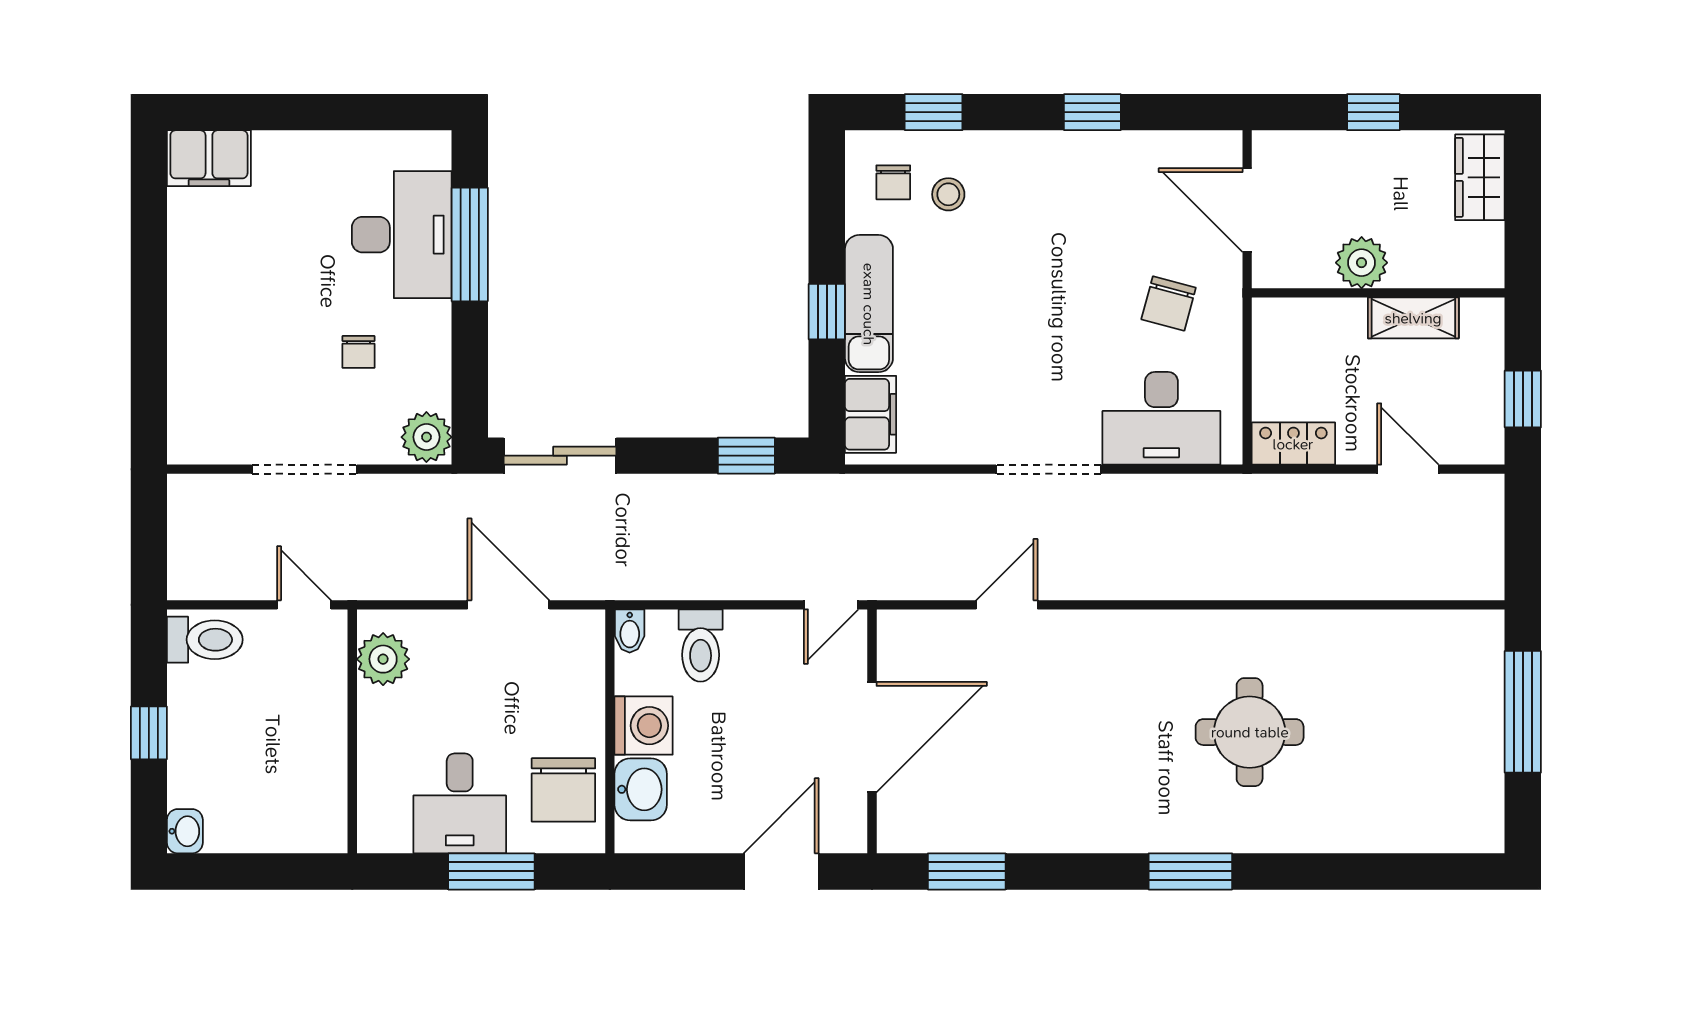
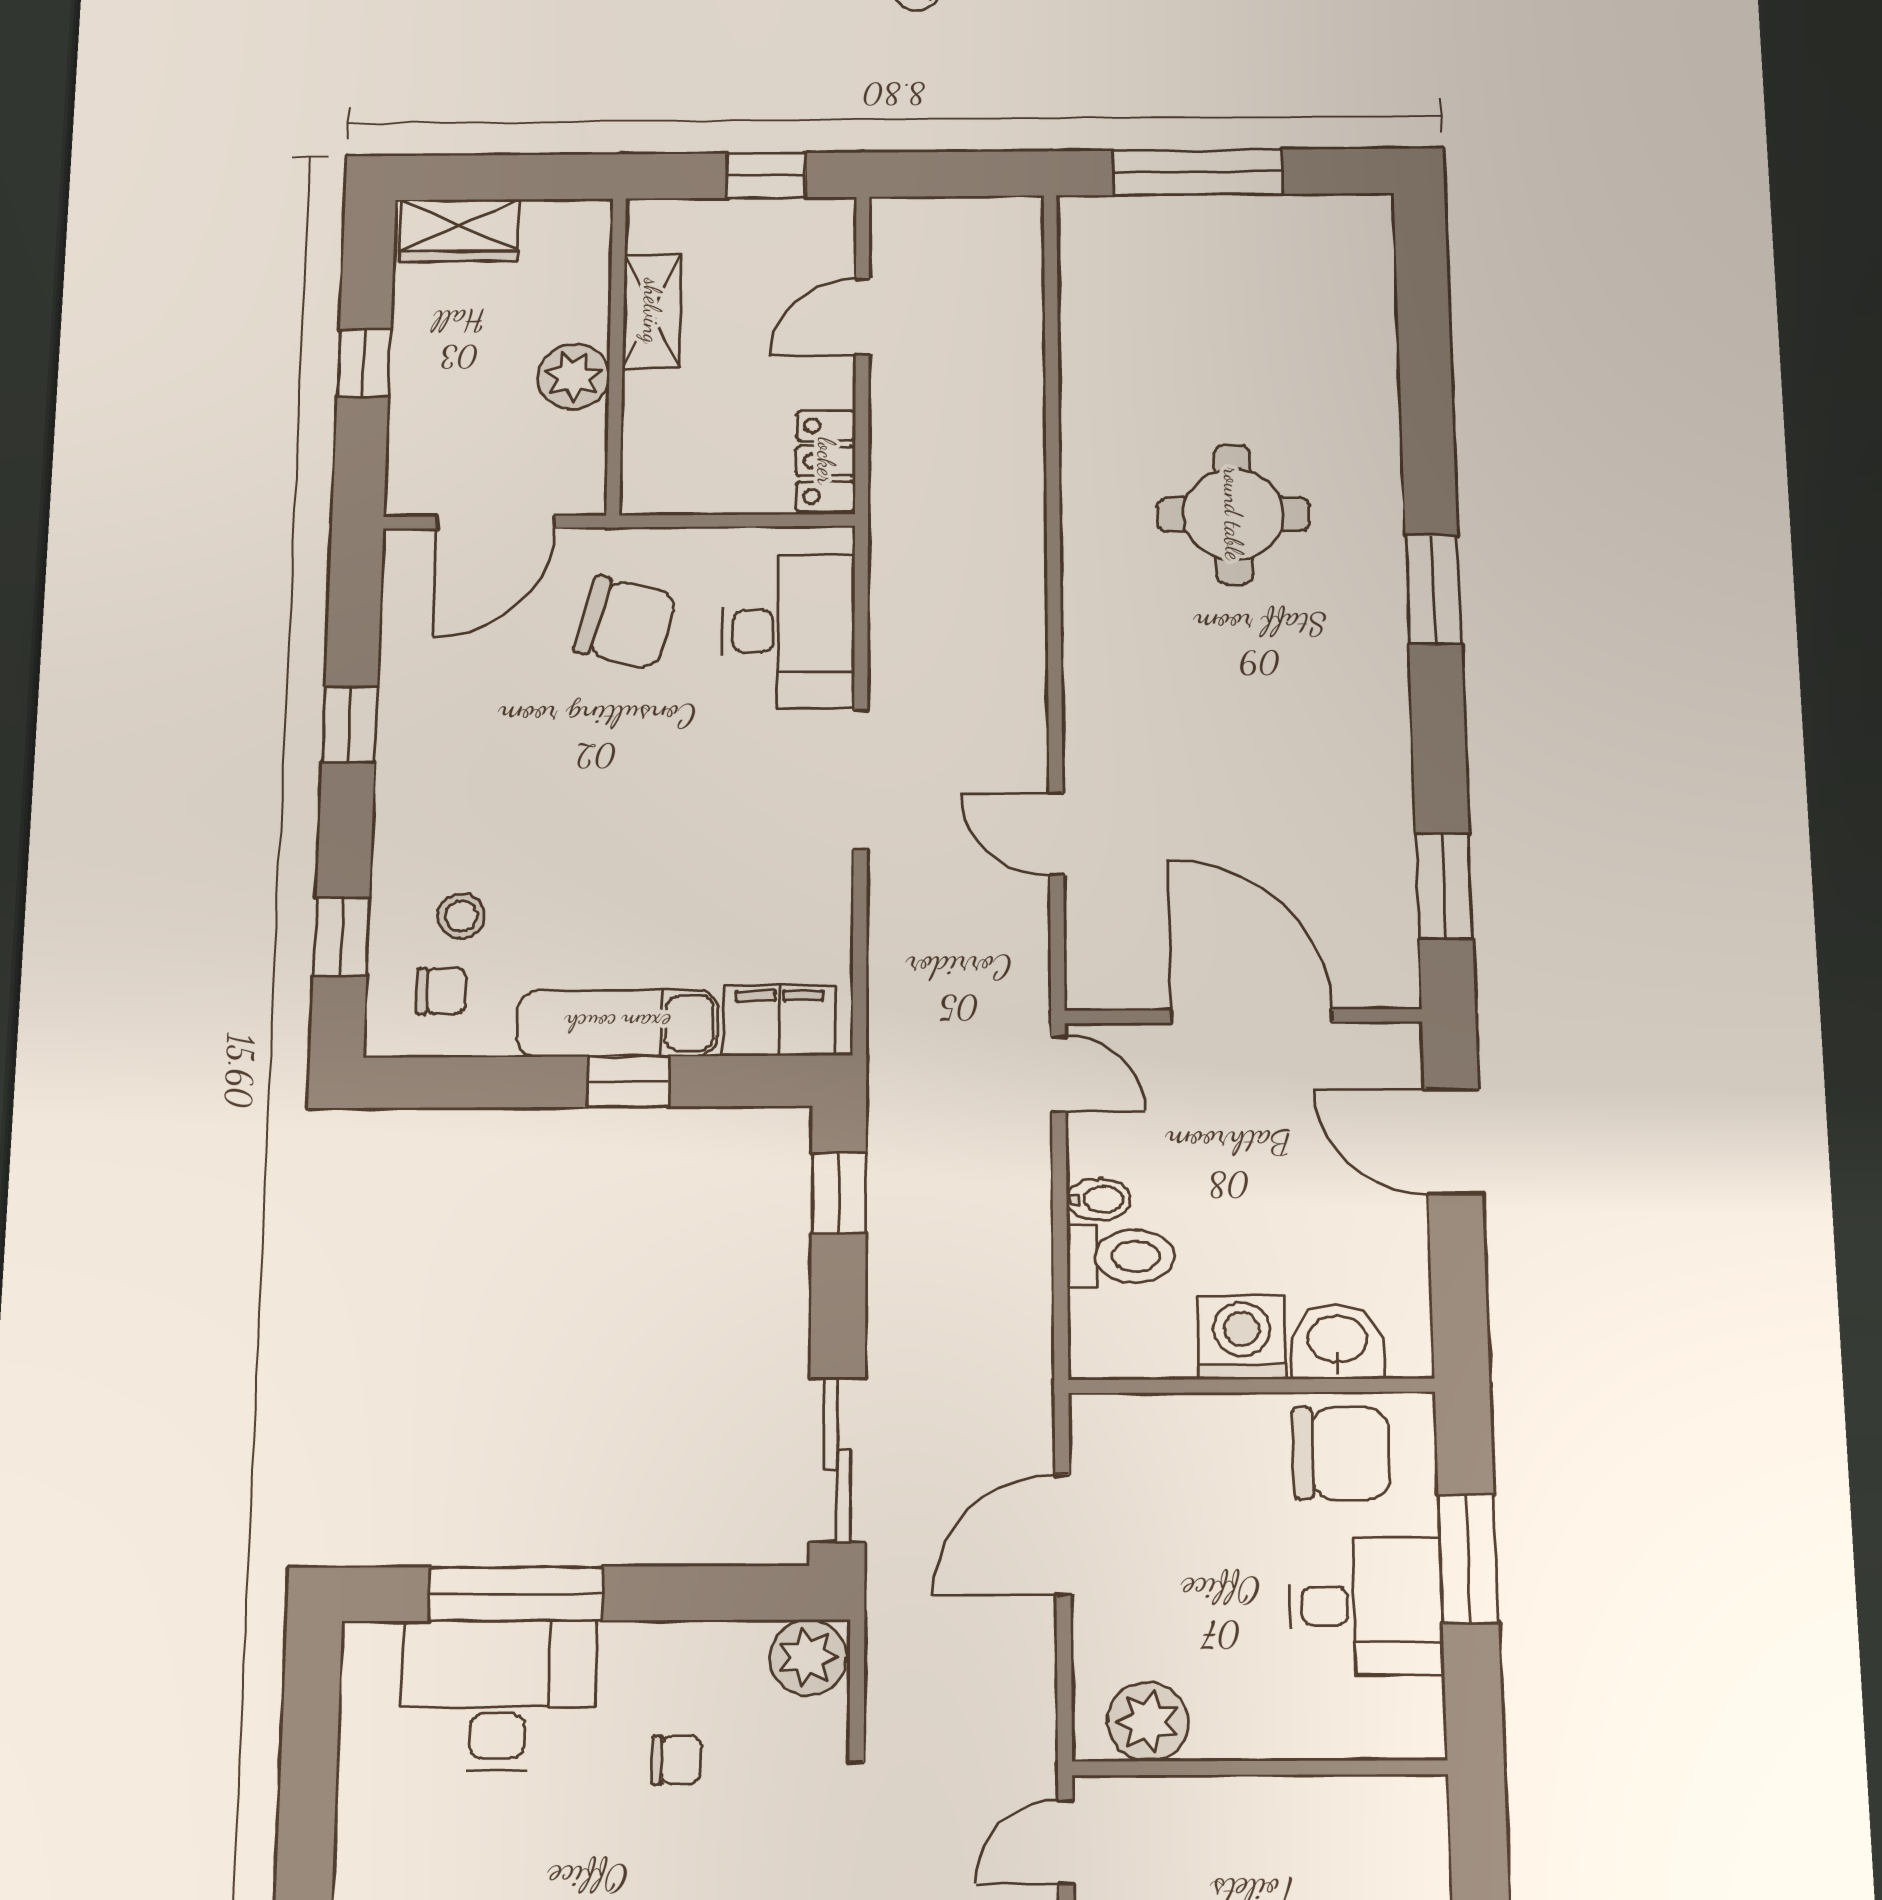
chair: (1169, 304) -> (625, 623), width x1.37, depth x1.37
bidet: (630, 631) -> (1098, 1199), moved

